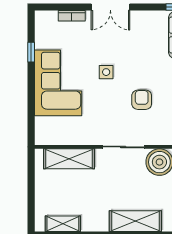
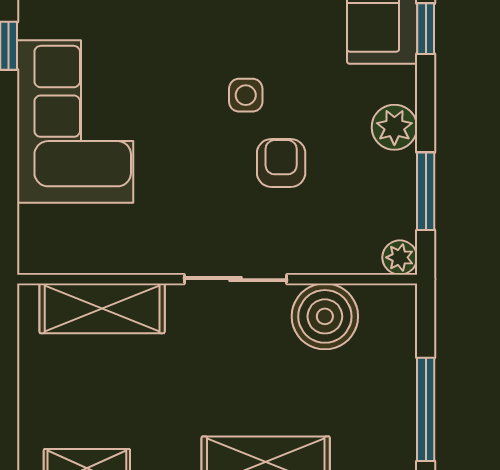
side table: (106, 72) -> (246, 95), moved

